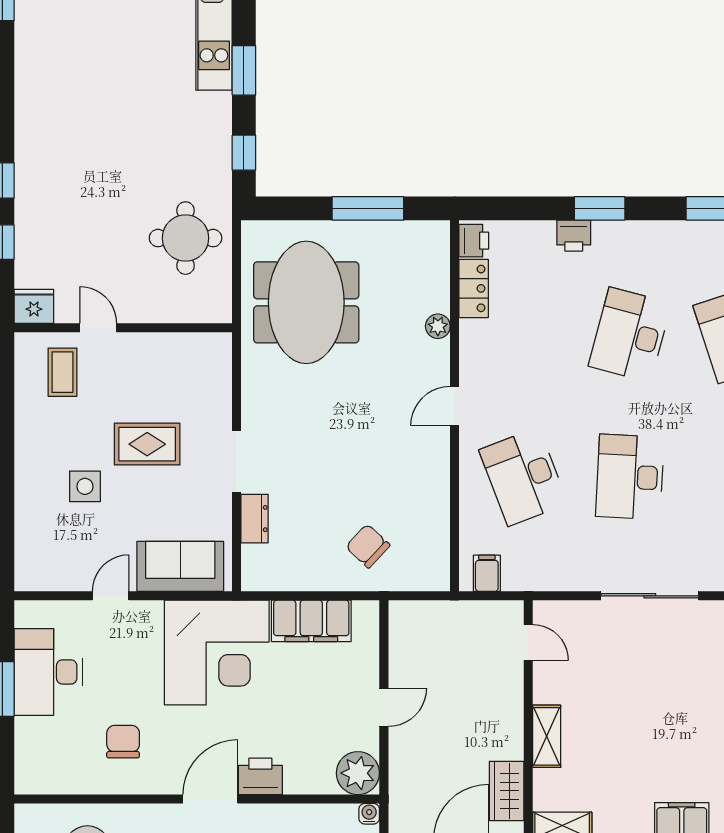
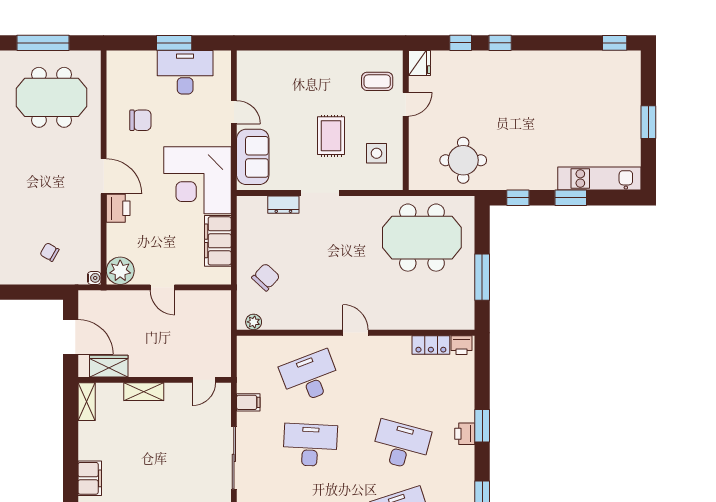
printer: (574, 236) -> (465, 434), moved
plant: (438, 326) -> (254, 322), moved
side table: (85, 486) -> (377, 153), moved
filing cabinet: (487, 573) -> (248, 402), moved

